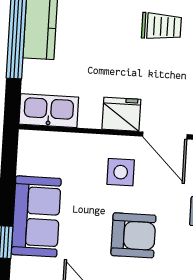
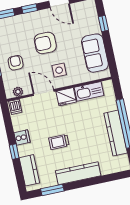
kitchen sink: (49, 111) -> (89, 91), moved
sofa: (36, 216) -> (95, 53), moved

